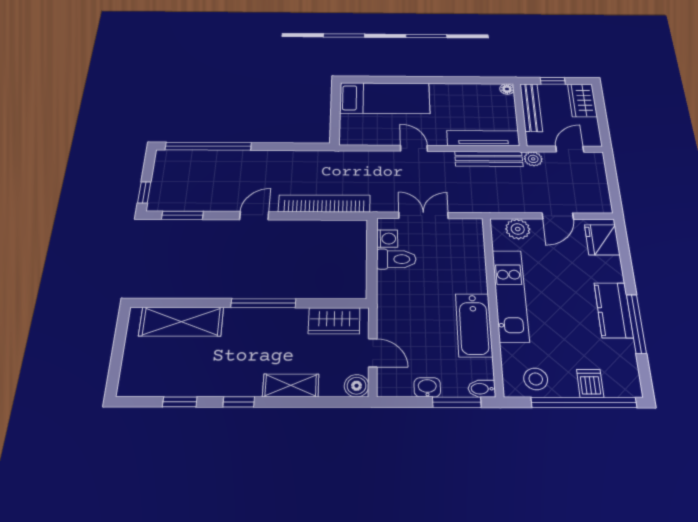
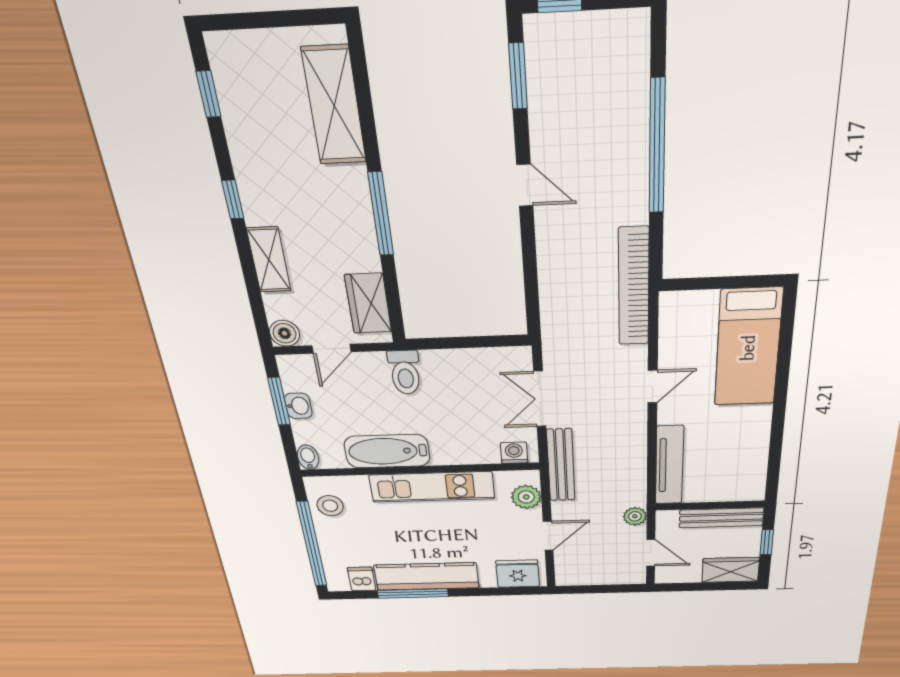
floor lamp: (507, 89) -> (756, 493), removed
window: (208, 146) -> (657, 147), moved
bench: (489, 159) -> (561, 465), moved
bookcase: (324, 203) -> (634, 287), moved, turned 180
double door: (423, 215) -> (540, 399), swing flipped
door: (558, 216) -> (548, 536), swing flipped
washing machine: (387, 239) -> (514, 453), moved, turned 180
toilet: (396, 259) -> (405, 372), moved
kitchen counter: (614, 310) -> (427, 576), width x1.50
dishwasher: (590, 383) -> (362, 579), moved, turned -90
window: (180, 402) -> (209, 94), moved
window: (457, 402) -> (279, 401), moved

